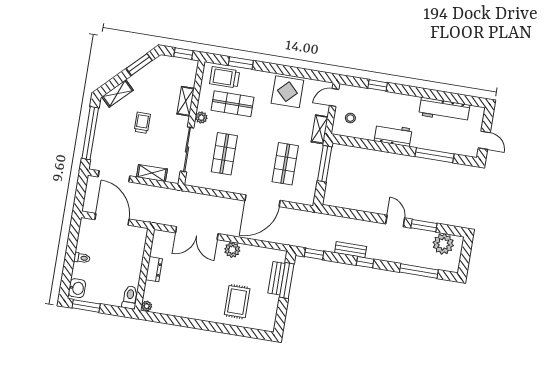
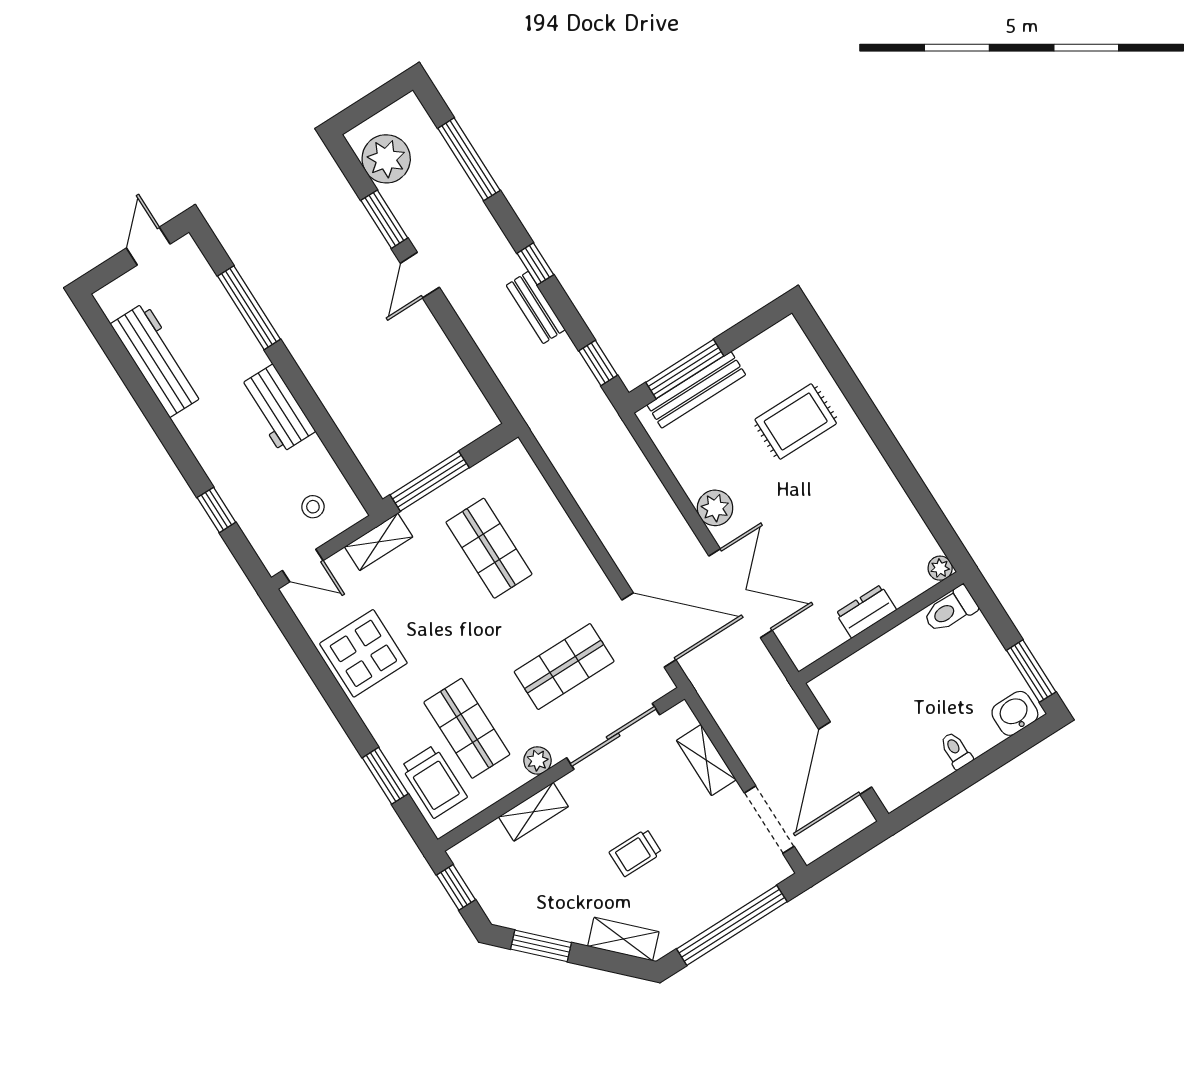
shop shelf: (285, 164) -> (489, 548), turned 90
door: (263, 201) -> (649, 630), moved
bench: (277, 278) -> (696, 390), width x1.36

